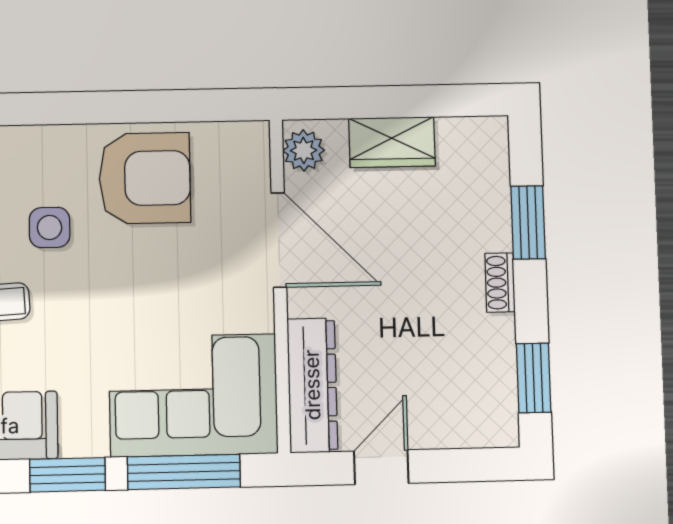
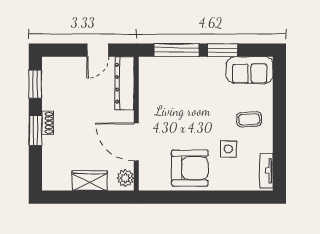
armchair: (145, 178) -> (190, 168), turned 180
window: (528, 222) -> (35, 130), moved
corner sofa: (193, 395) -> (172, 80), removed

